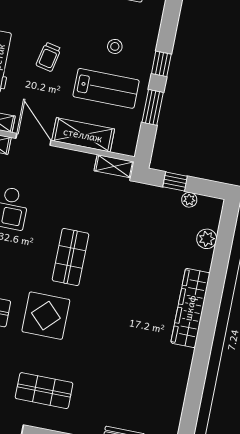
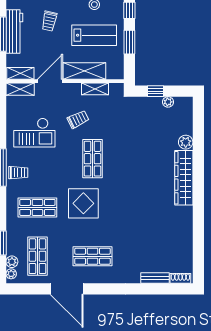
door: (33, 139) -> (50, 81), hinge flipped
shelving: (114, 166) -> (95, 89), moved
trolley: (61, 199) -> (78, 119), added
plant: (207, 239) -> (186, 142), moved

